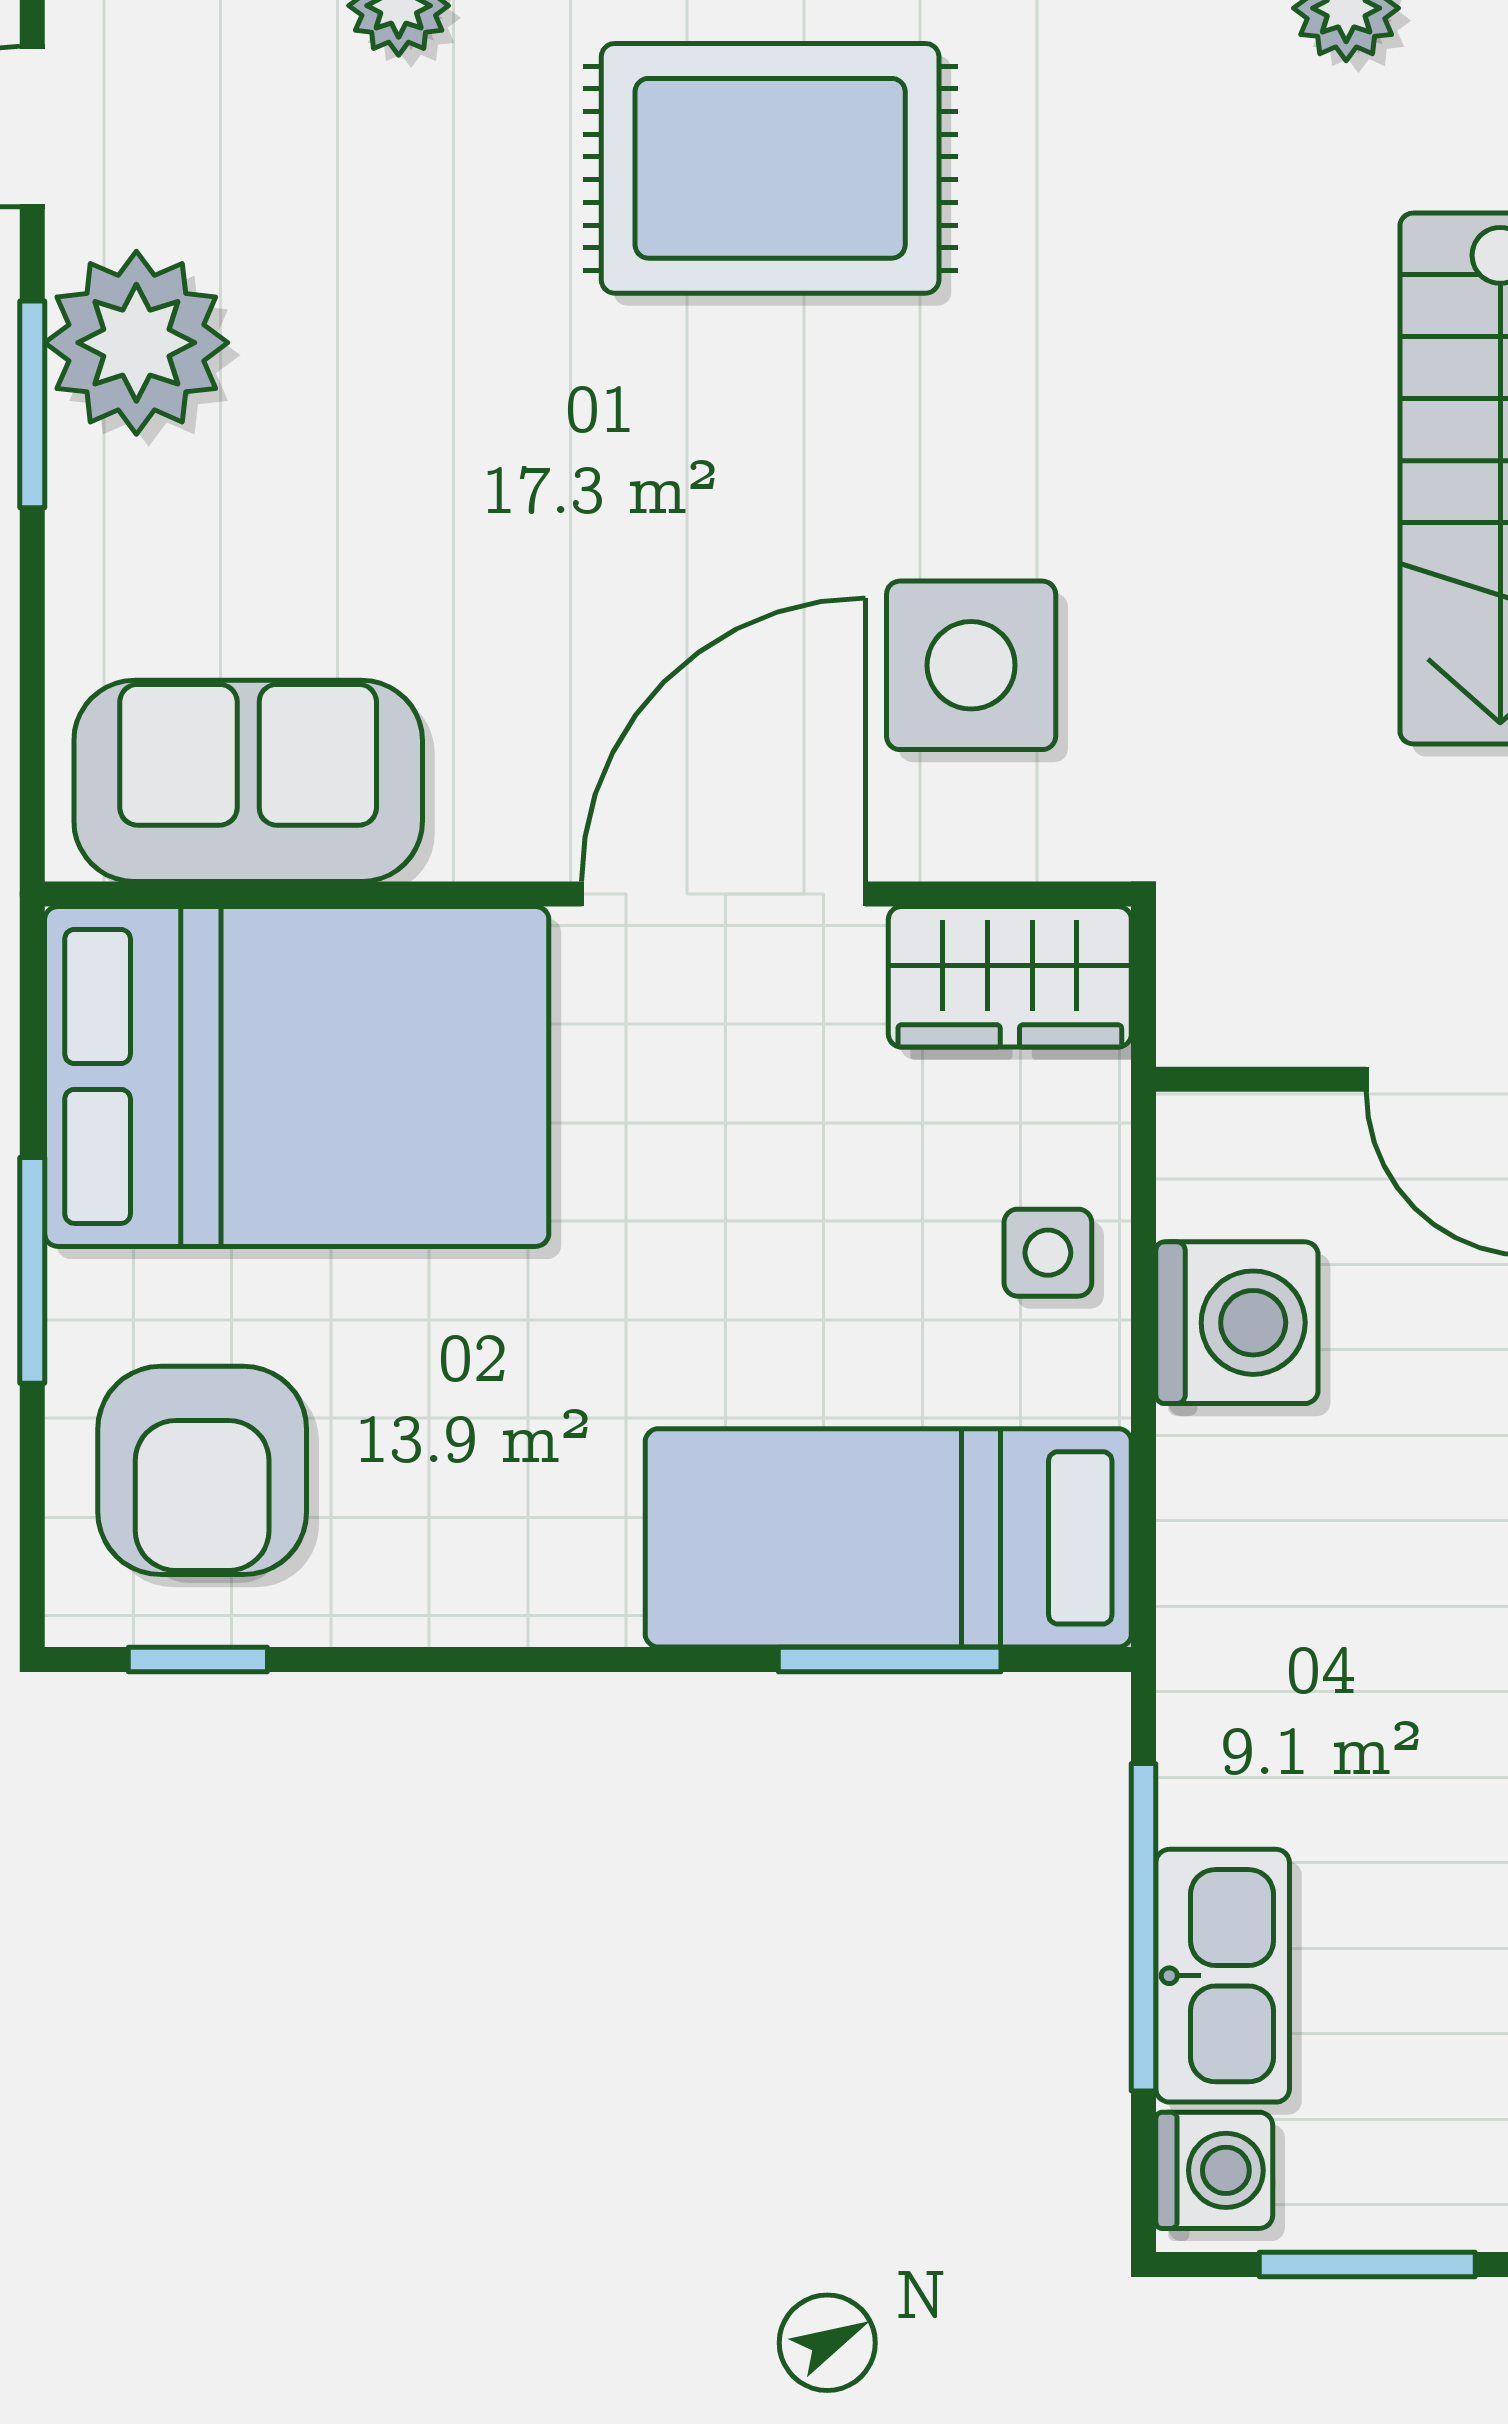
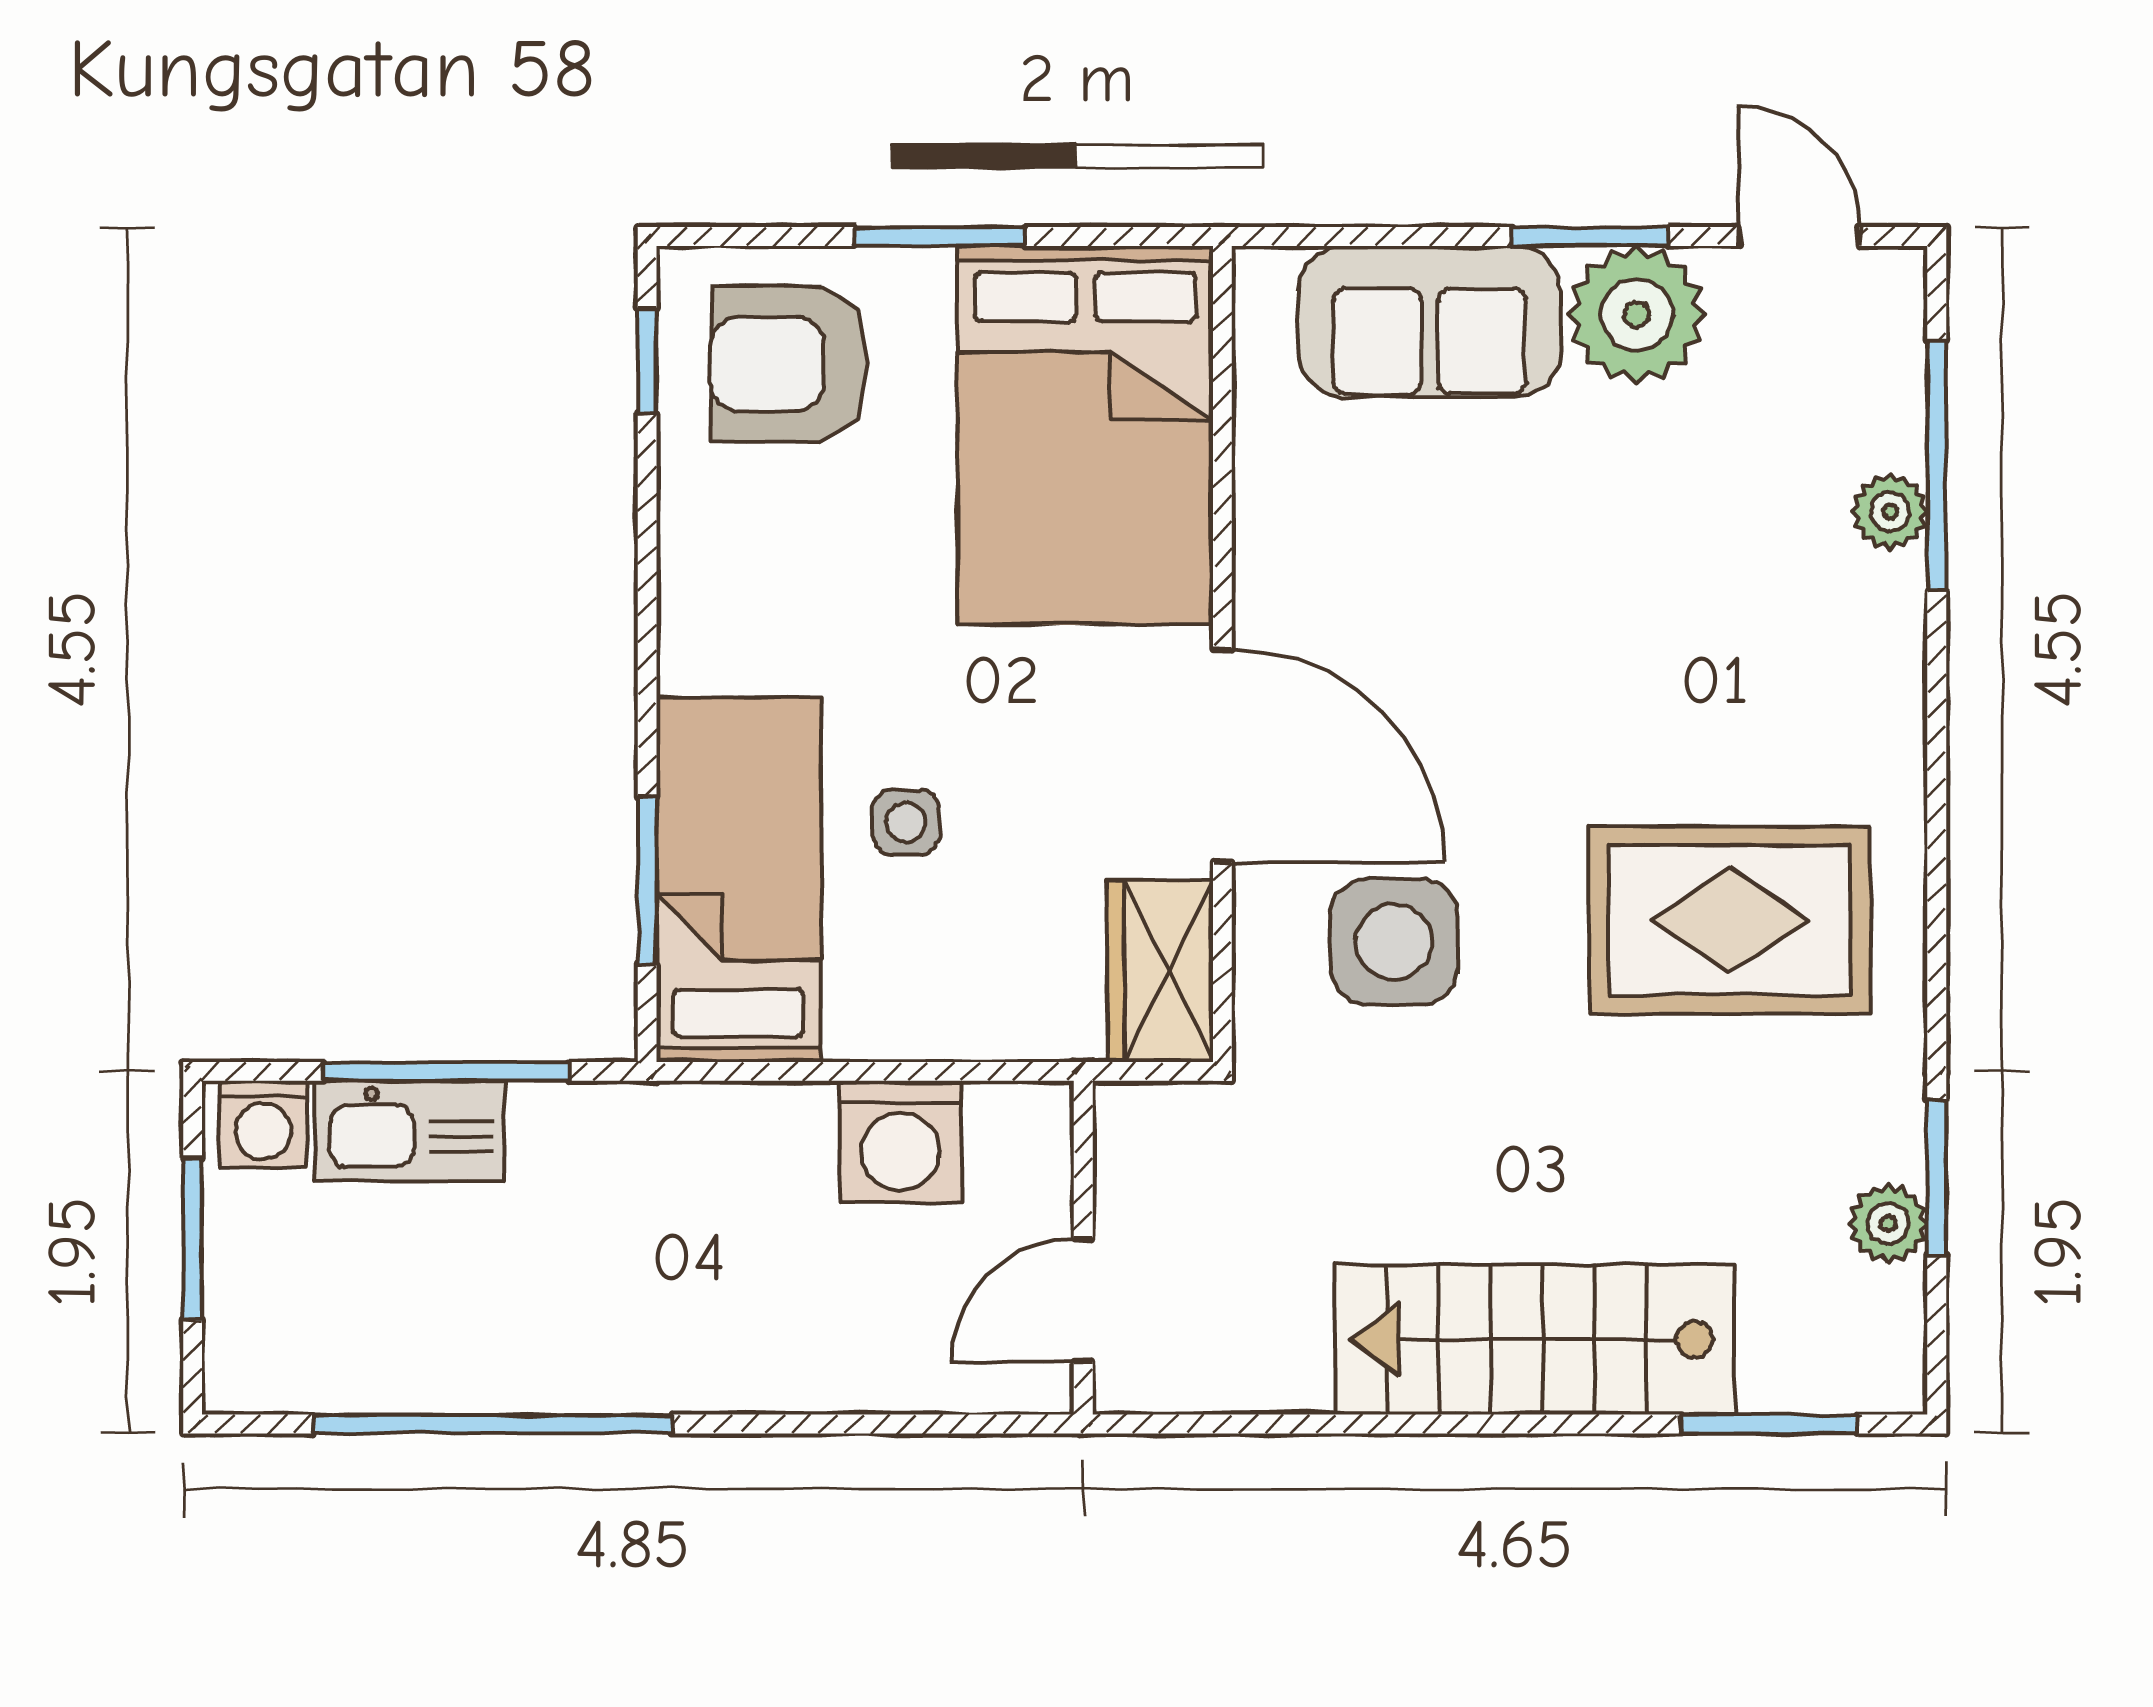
rug: (770, 168) -> (1730, 920), moved, turned 90
sofa: (248, 781) -> (1429, 321), moved, turned 90
side table: (1048, 1253) -> (906, 822), moved

